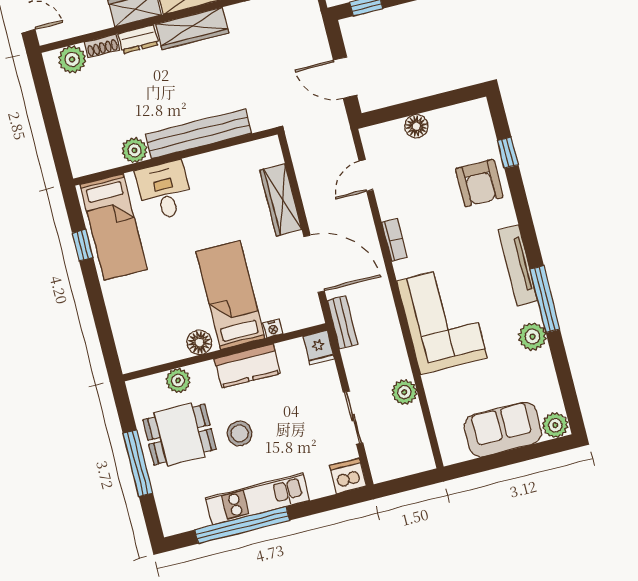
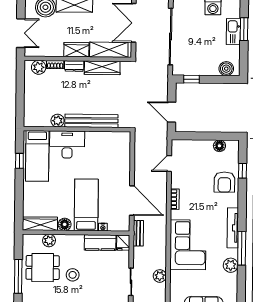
floor lamp: (416, 126) -> (219, 146), moved
desk: (164, 191) -> (67, 144), width x1.37
wardrobe: (281, 200) -> (40, 224), moved, turned 90
kitchen counter: (247, 366) -> (100, 243), moved

